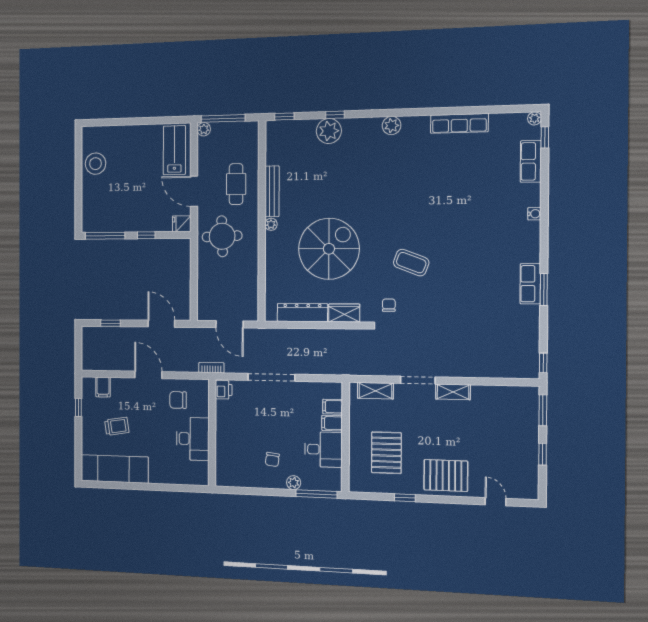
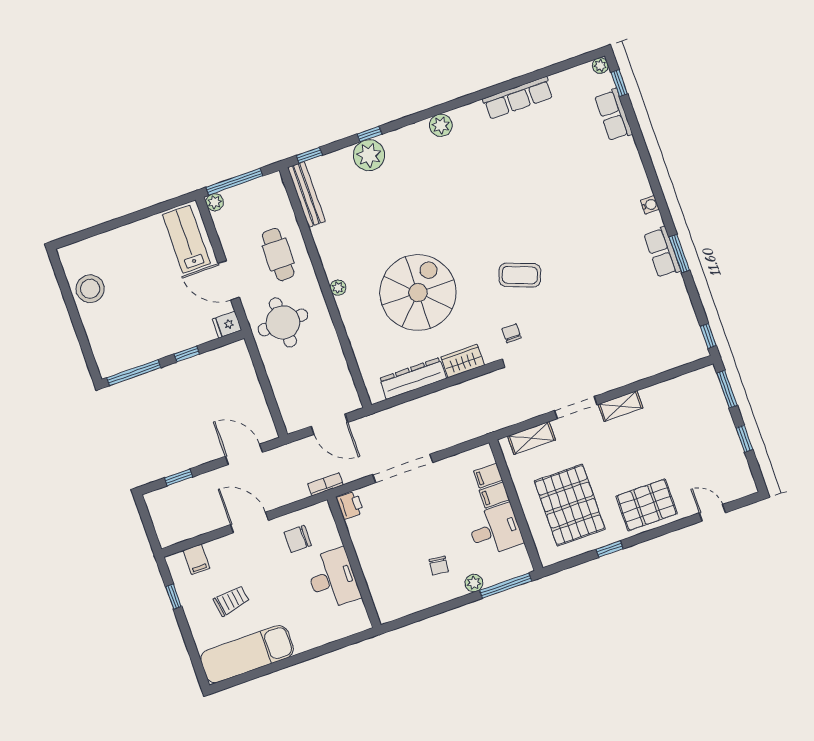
bench: (272, 191) -> (306, 194), moved
water cooler: (534, 214) -> (650, 205), moved
pallet: (386, 453) -> (570, 505), width x1.37, depth x1.41

